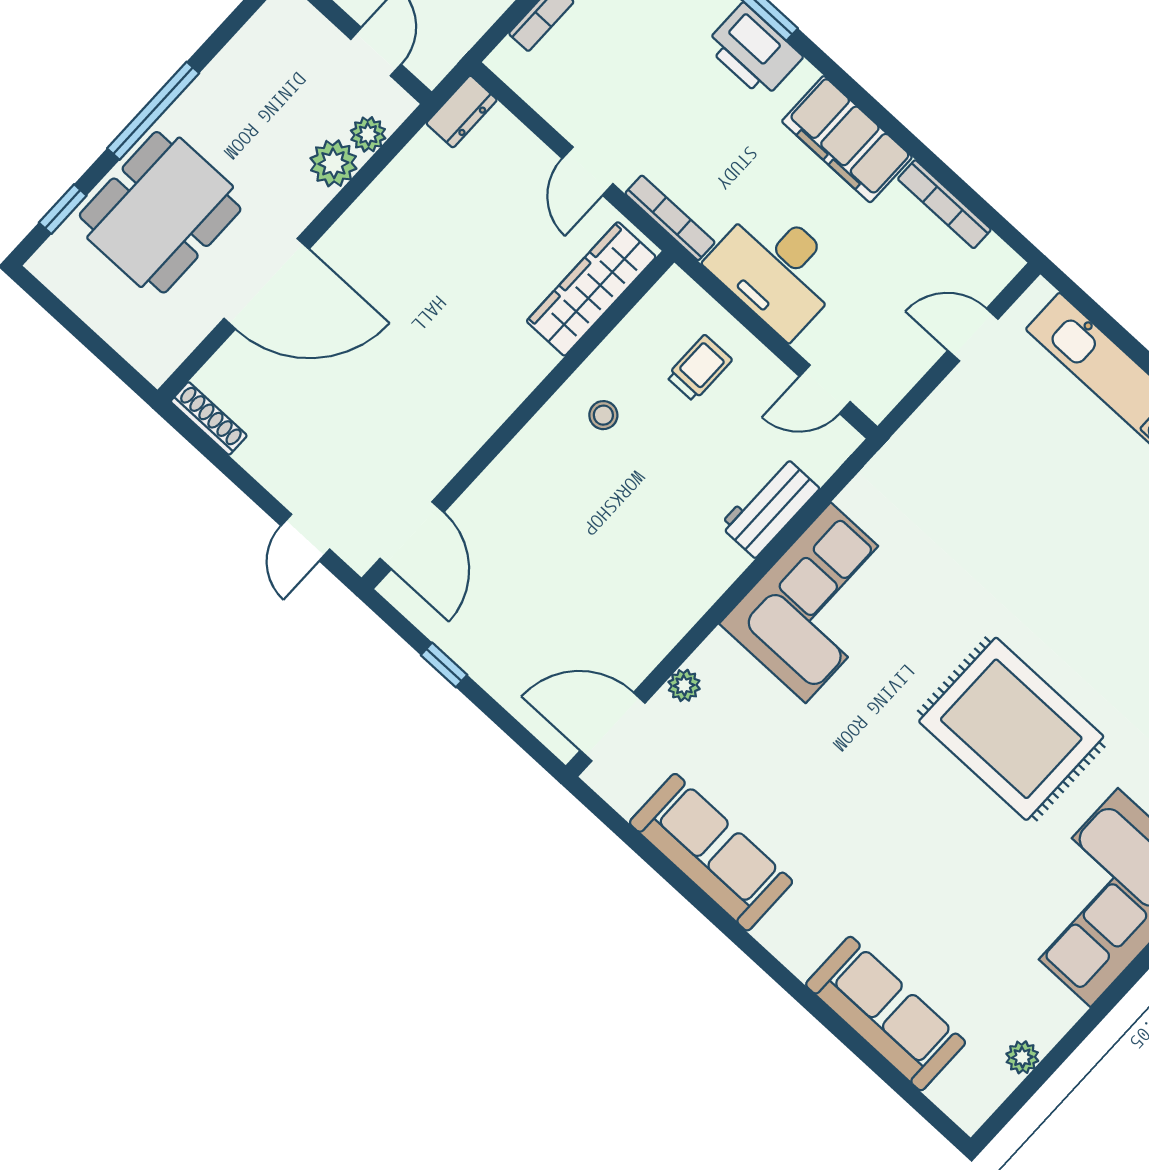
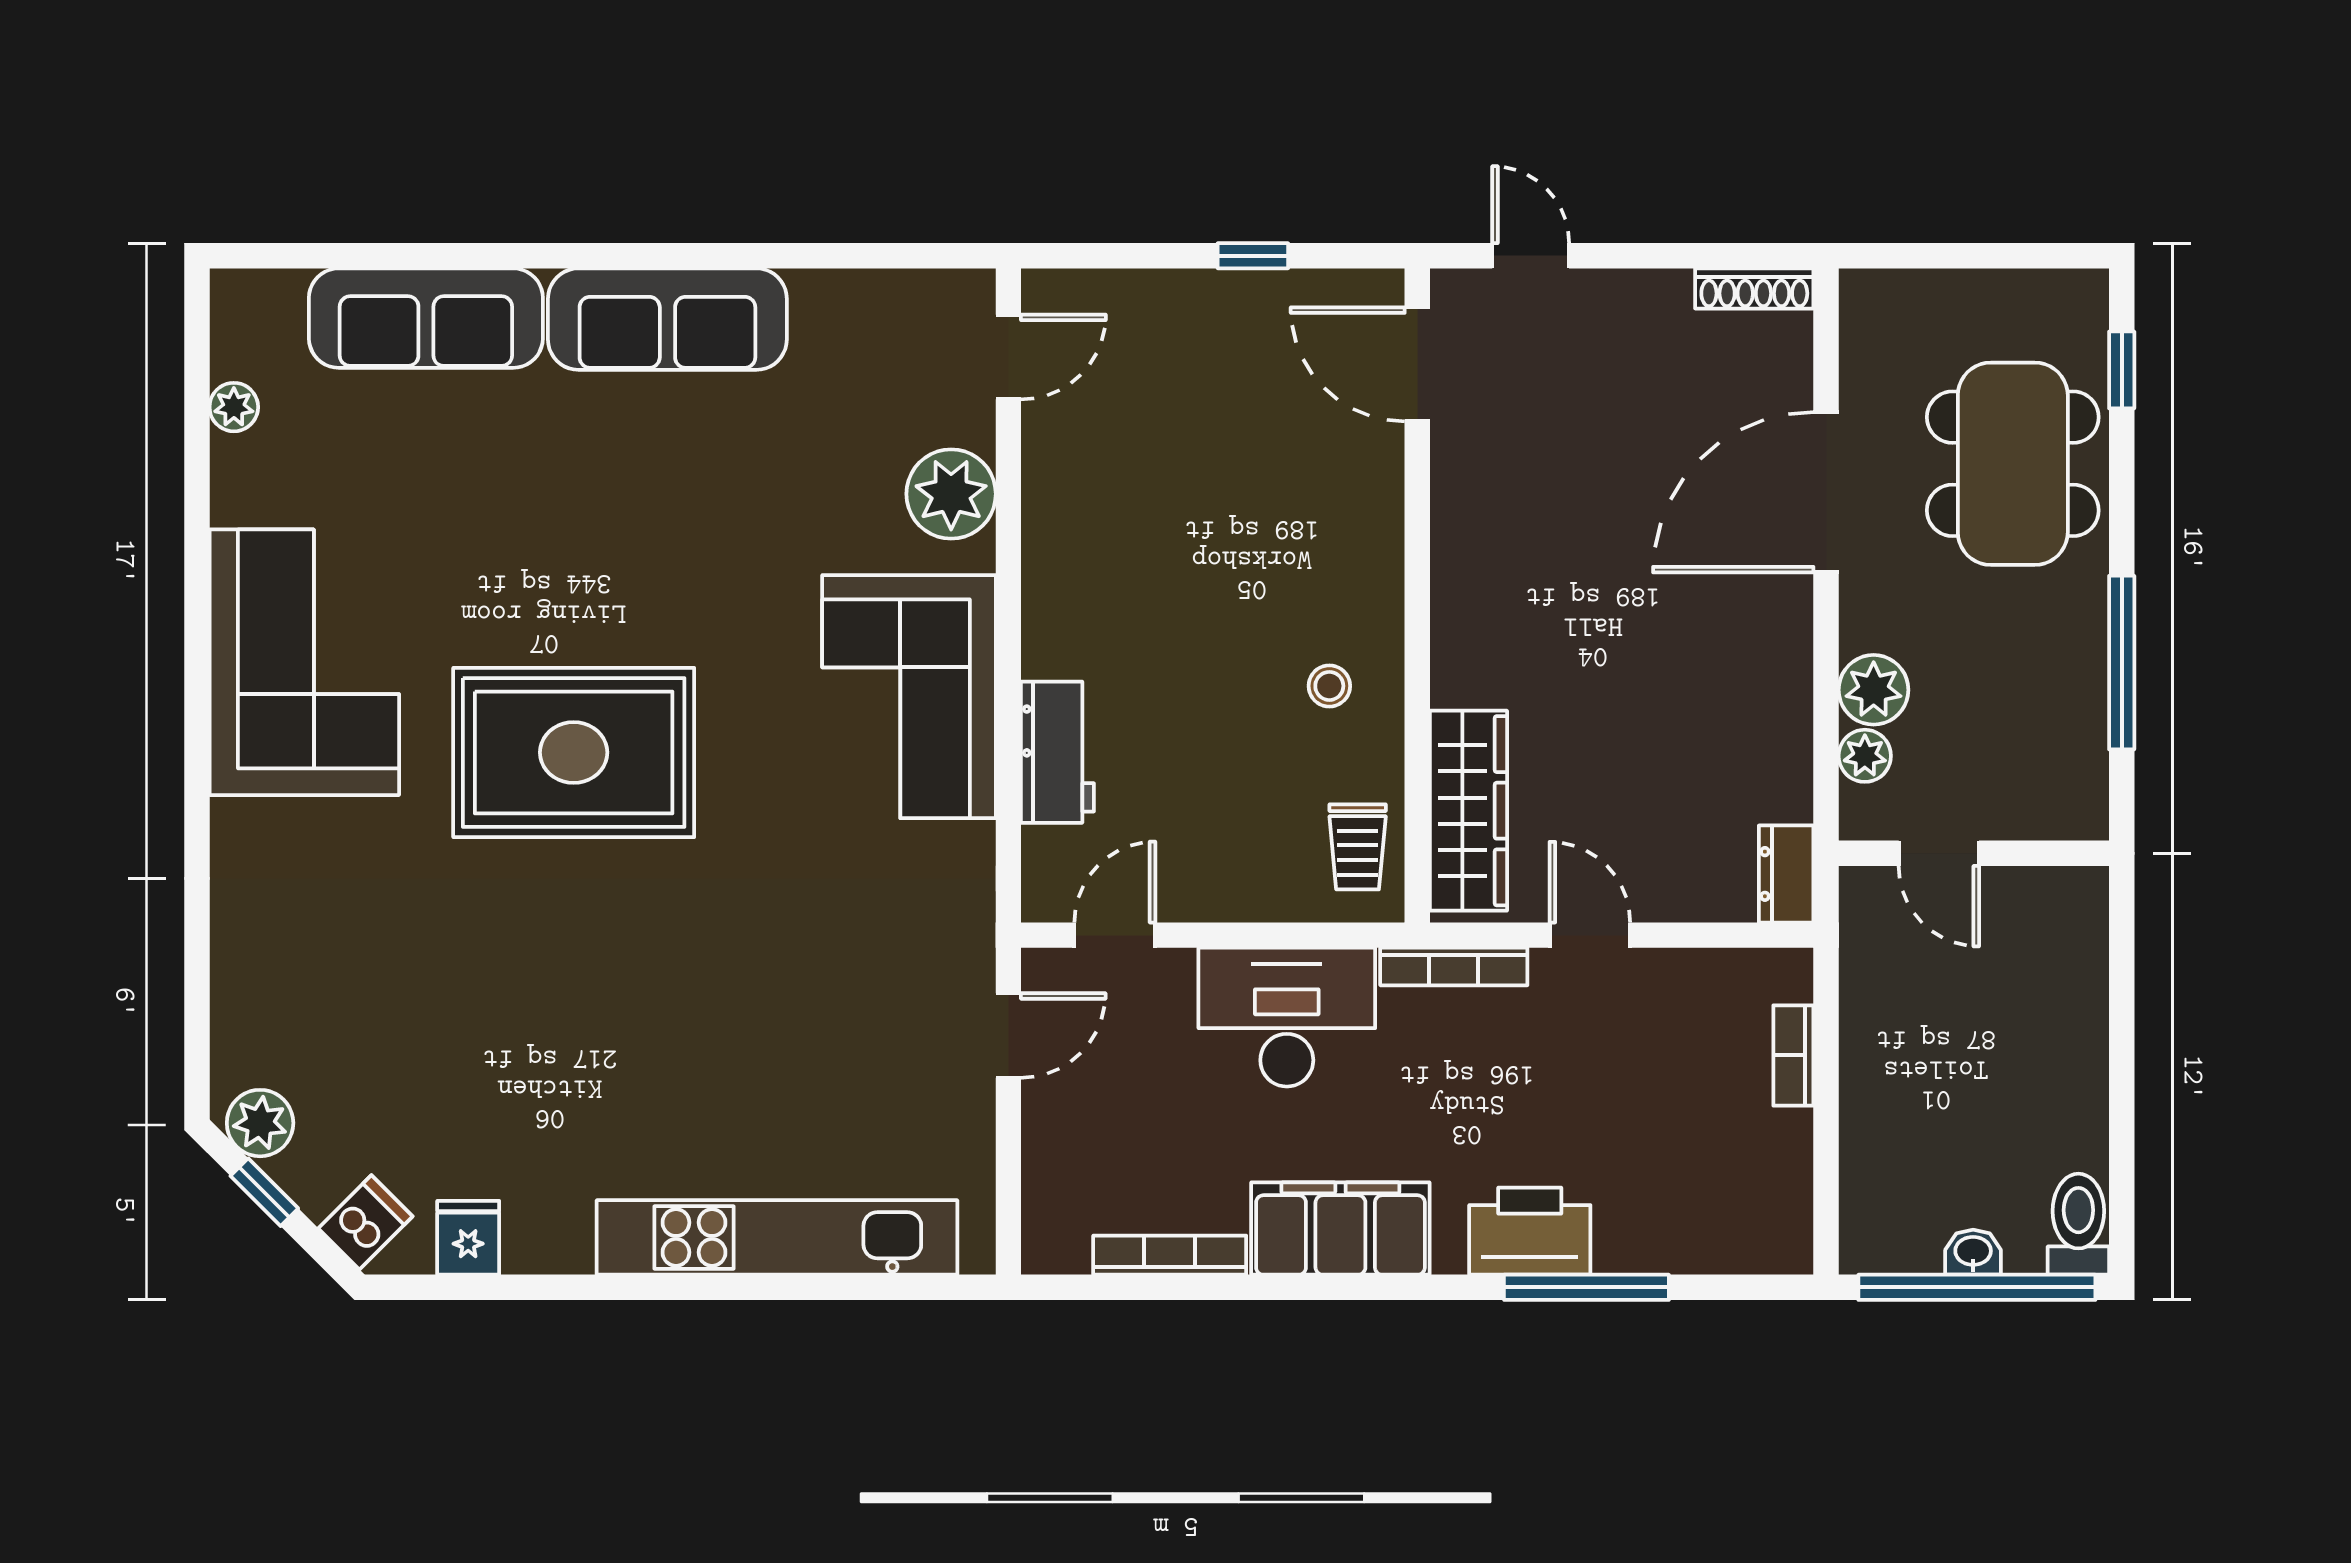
window: (153, 111) -> (2122, 663), moved
door: (973, 335) -> (1008, 1035), moved
trolley: (699, 368) -> (1358, 847), moved
plant: (684, 685) -> (951, 494), width x1.88, depth x1.88
door: (613, 727) -> (1008, 357), width x0.73
sofa: (711, 852) -> (667, 319), moved

